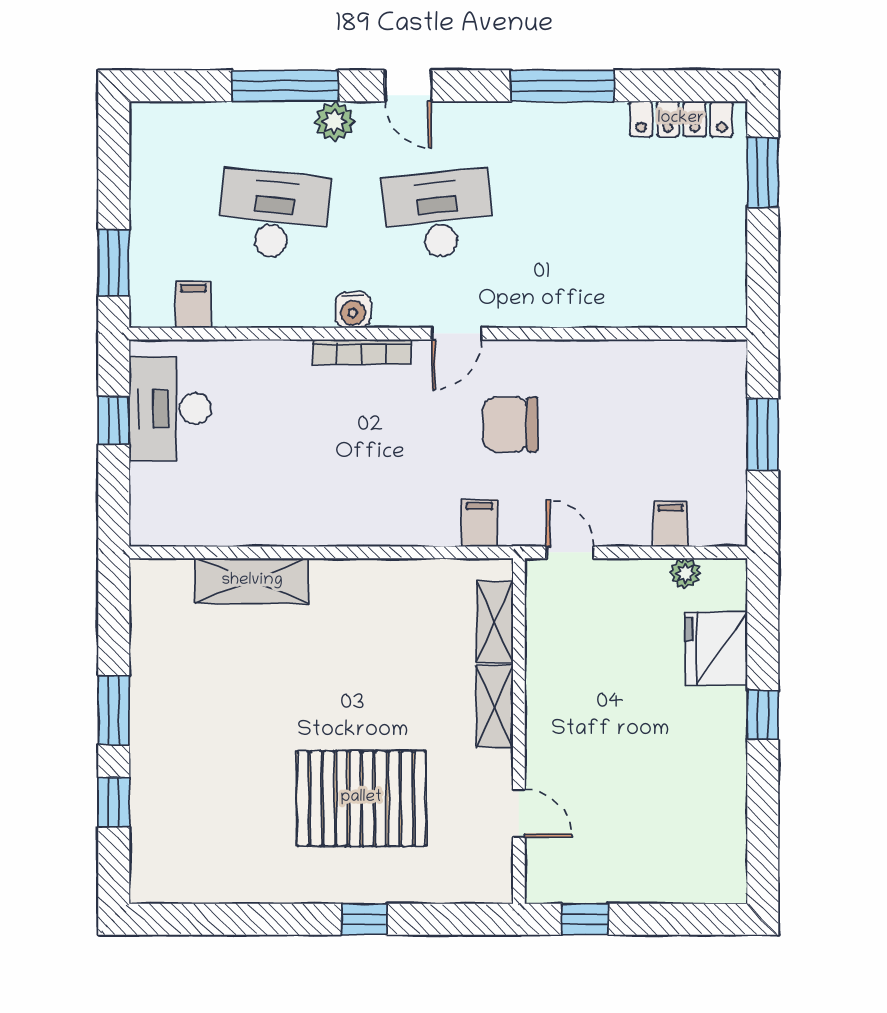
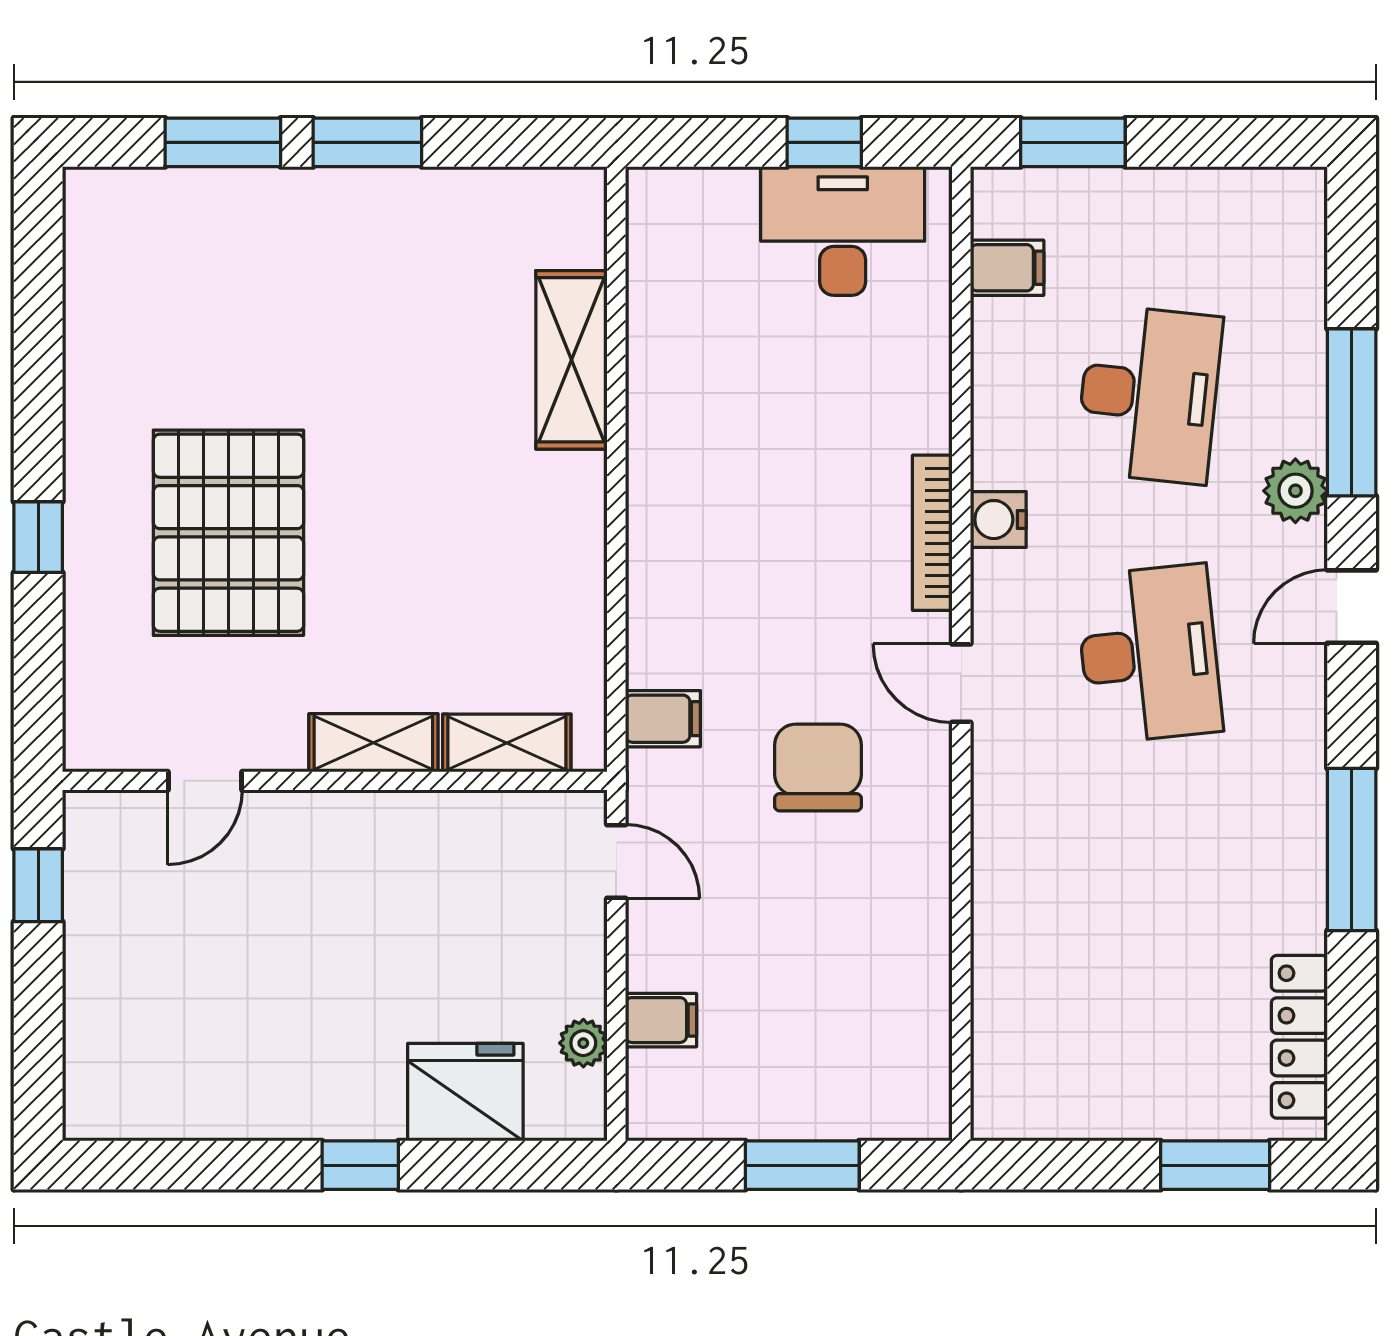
door: (570, 552) -> (616, 862), hinge flipped
window: (114, 802) -> (223, 142), width x1.50

